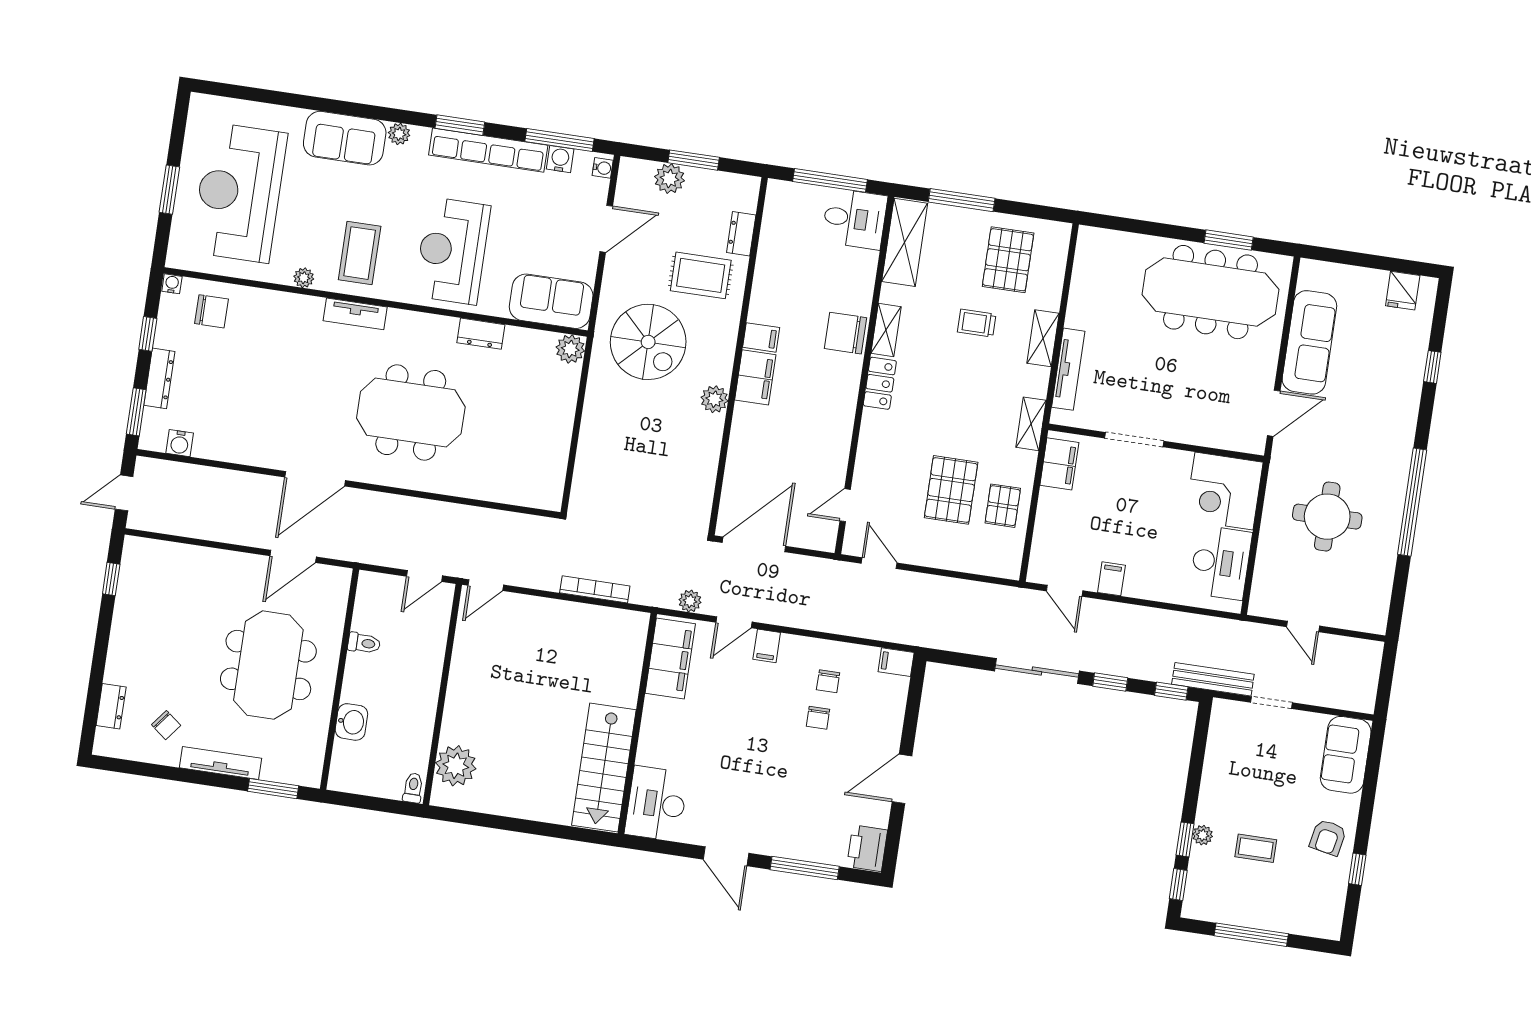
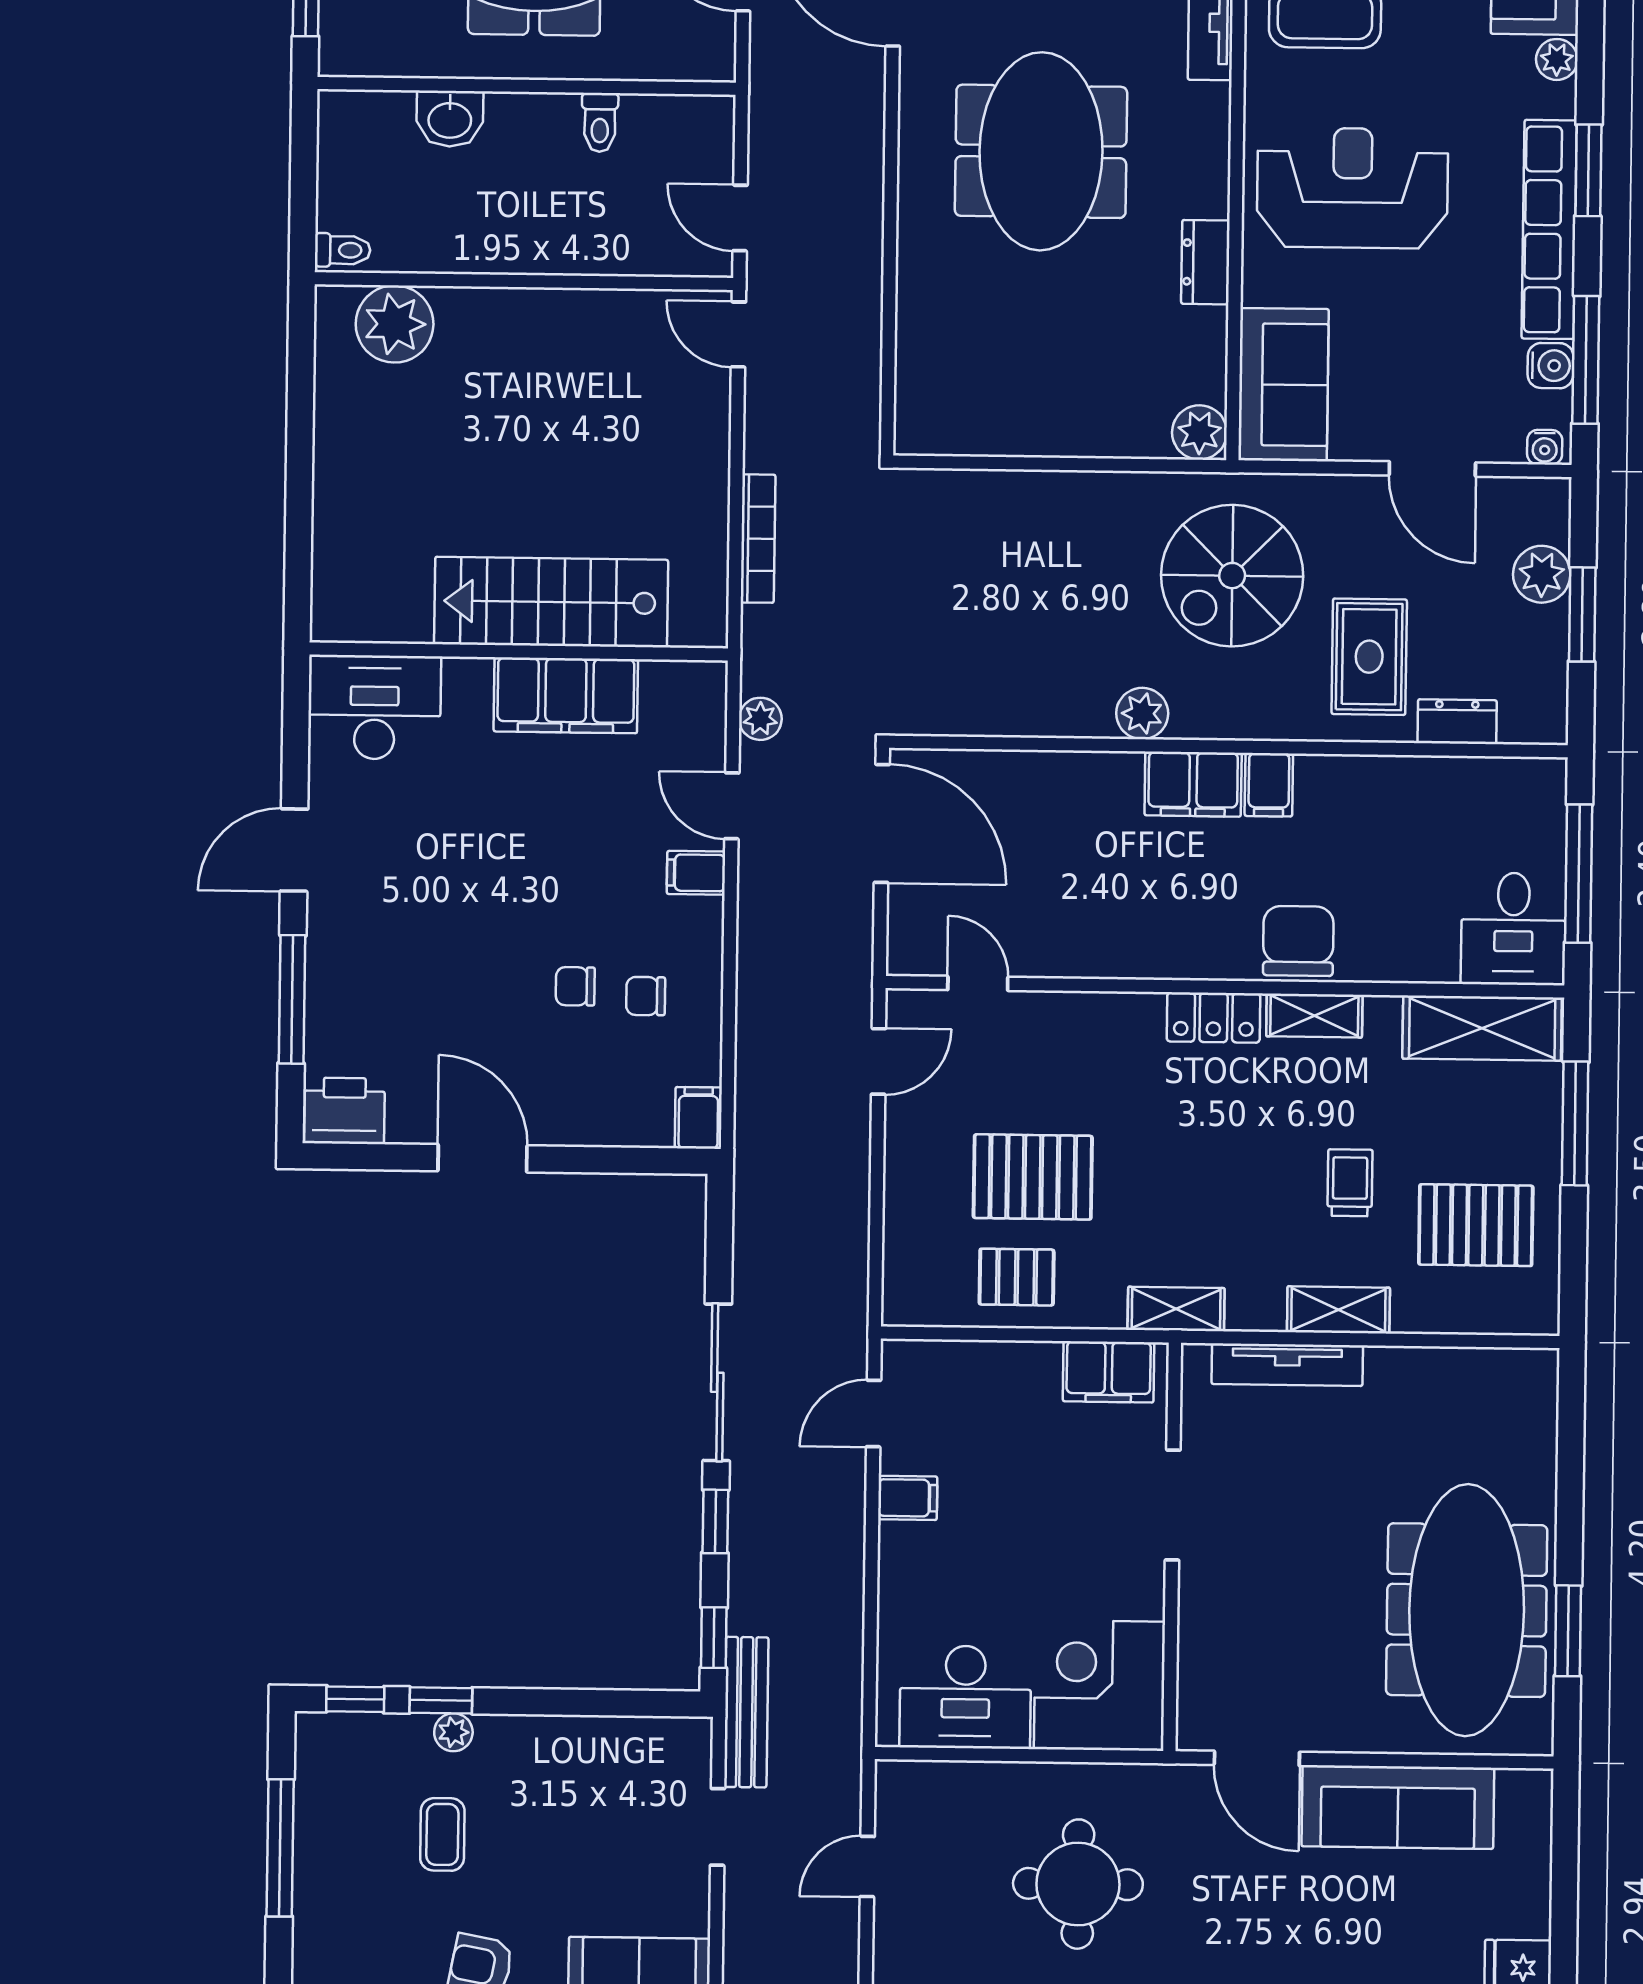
filing cabinet: (670, 659) -> (566, 695), moved
stairs: (604, 768) -> (551, 602), moved

